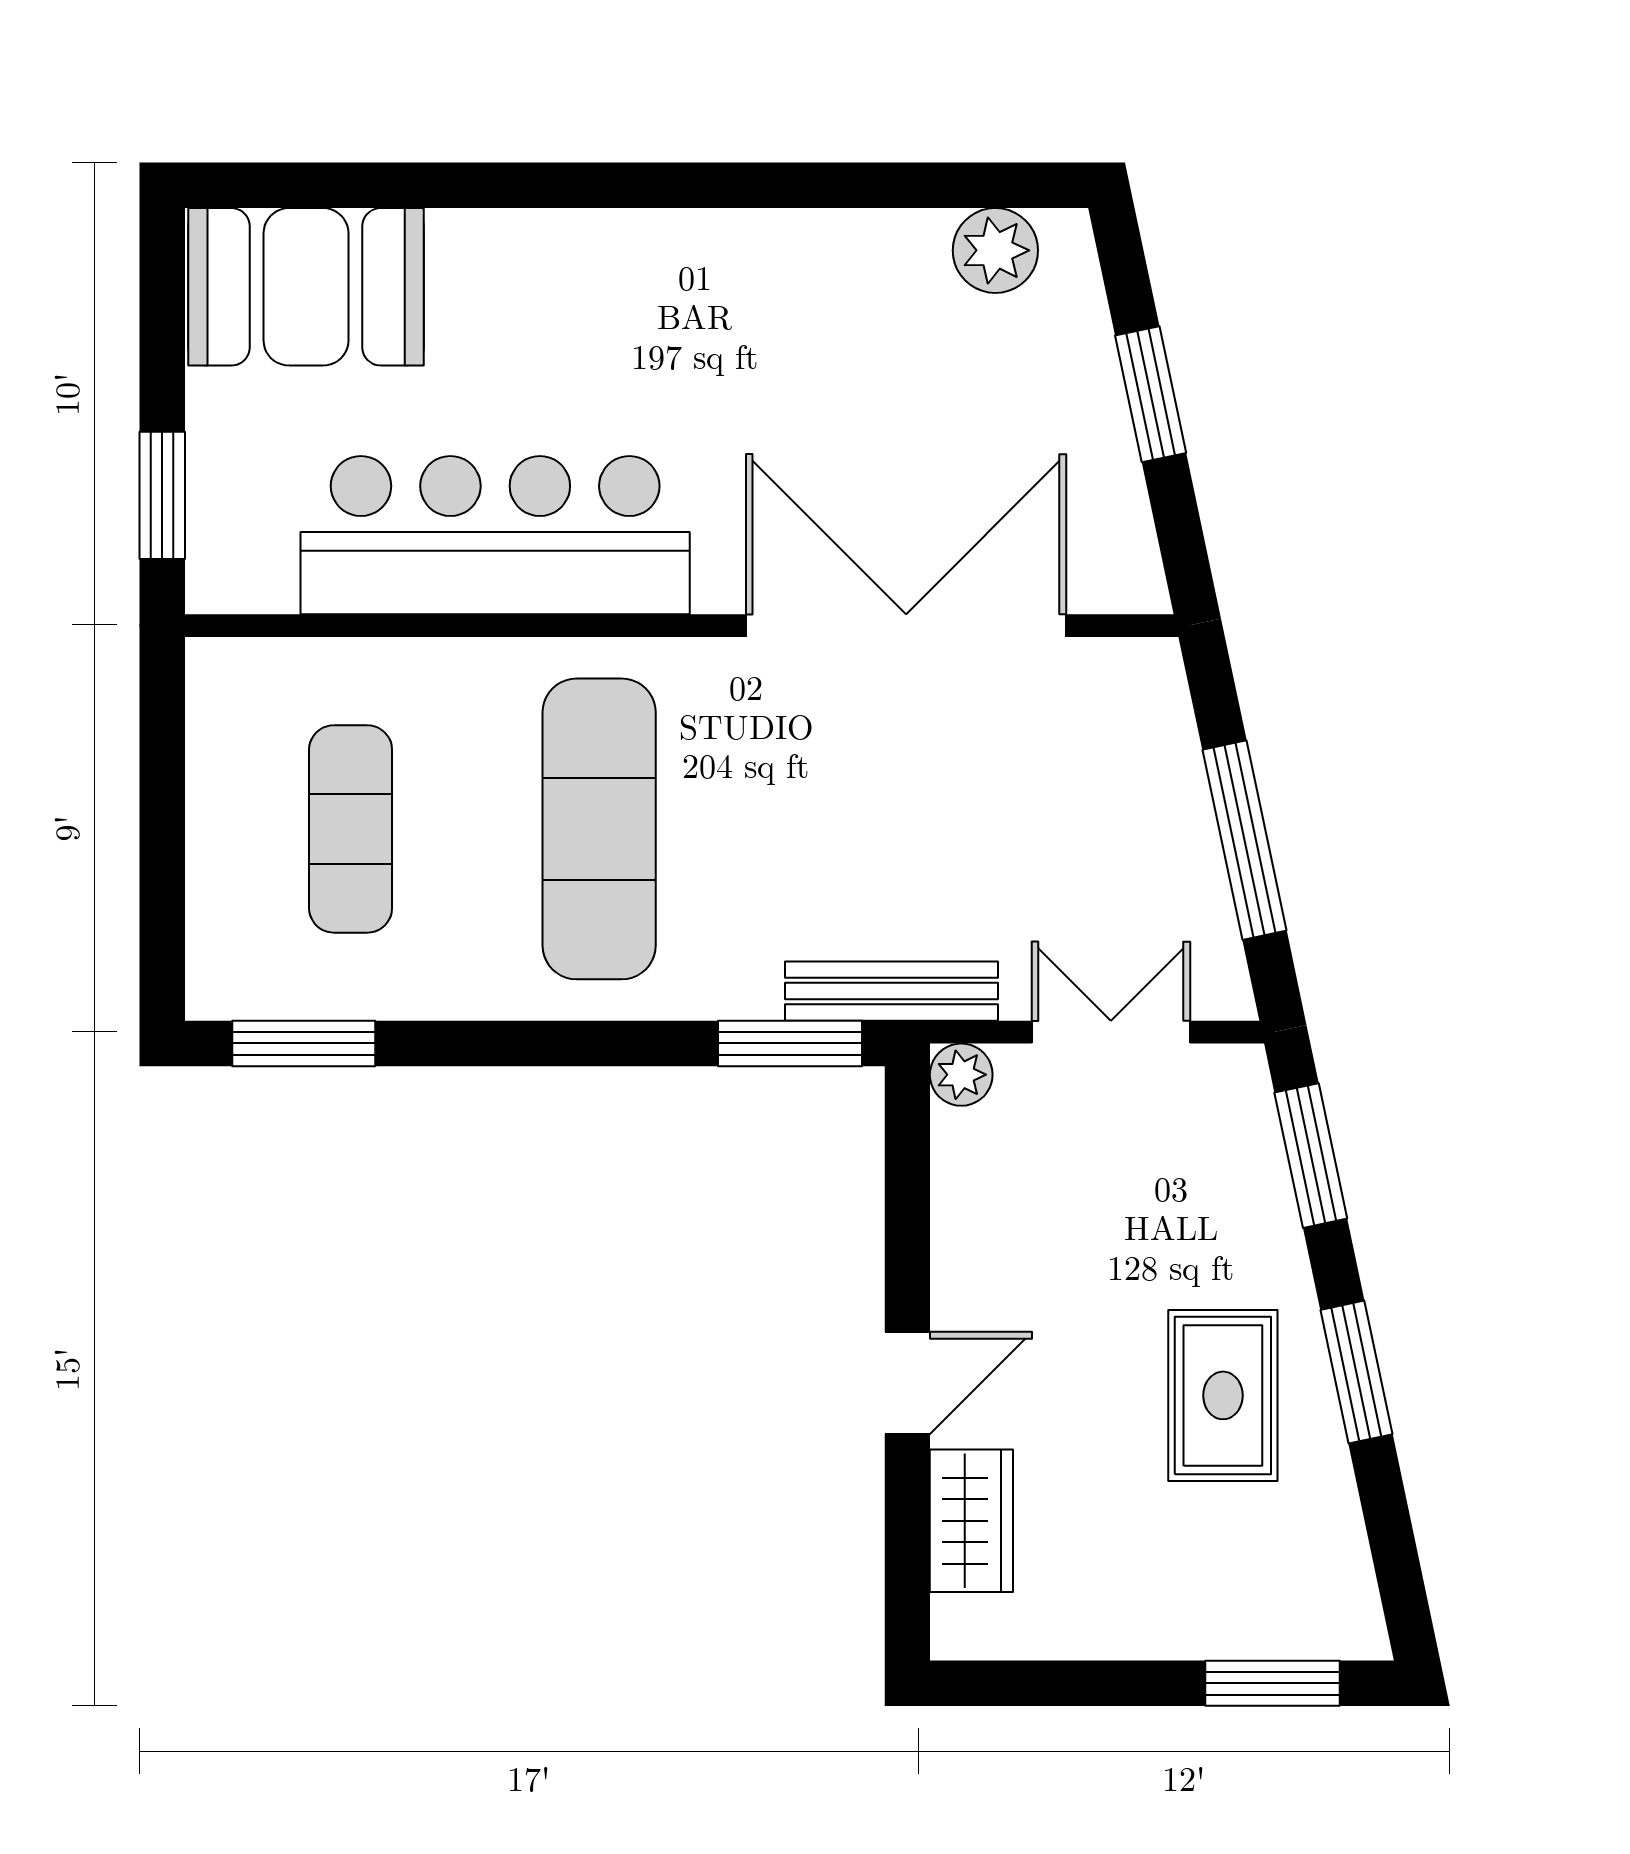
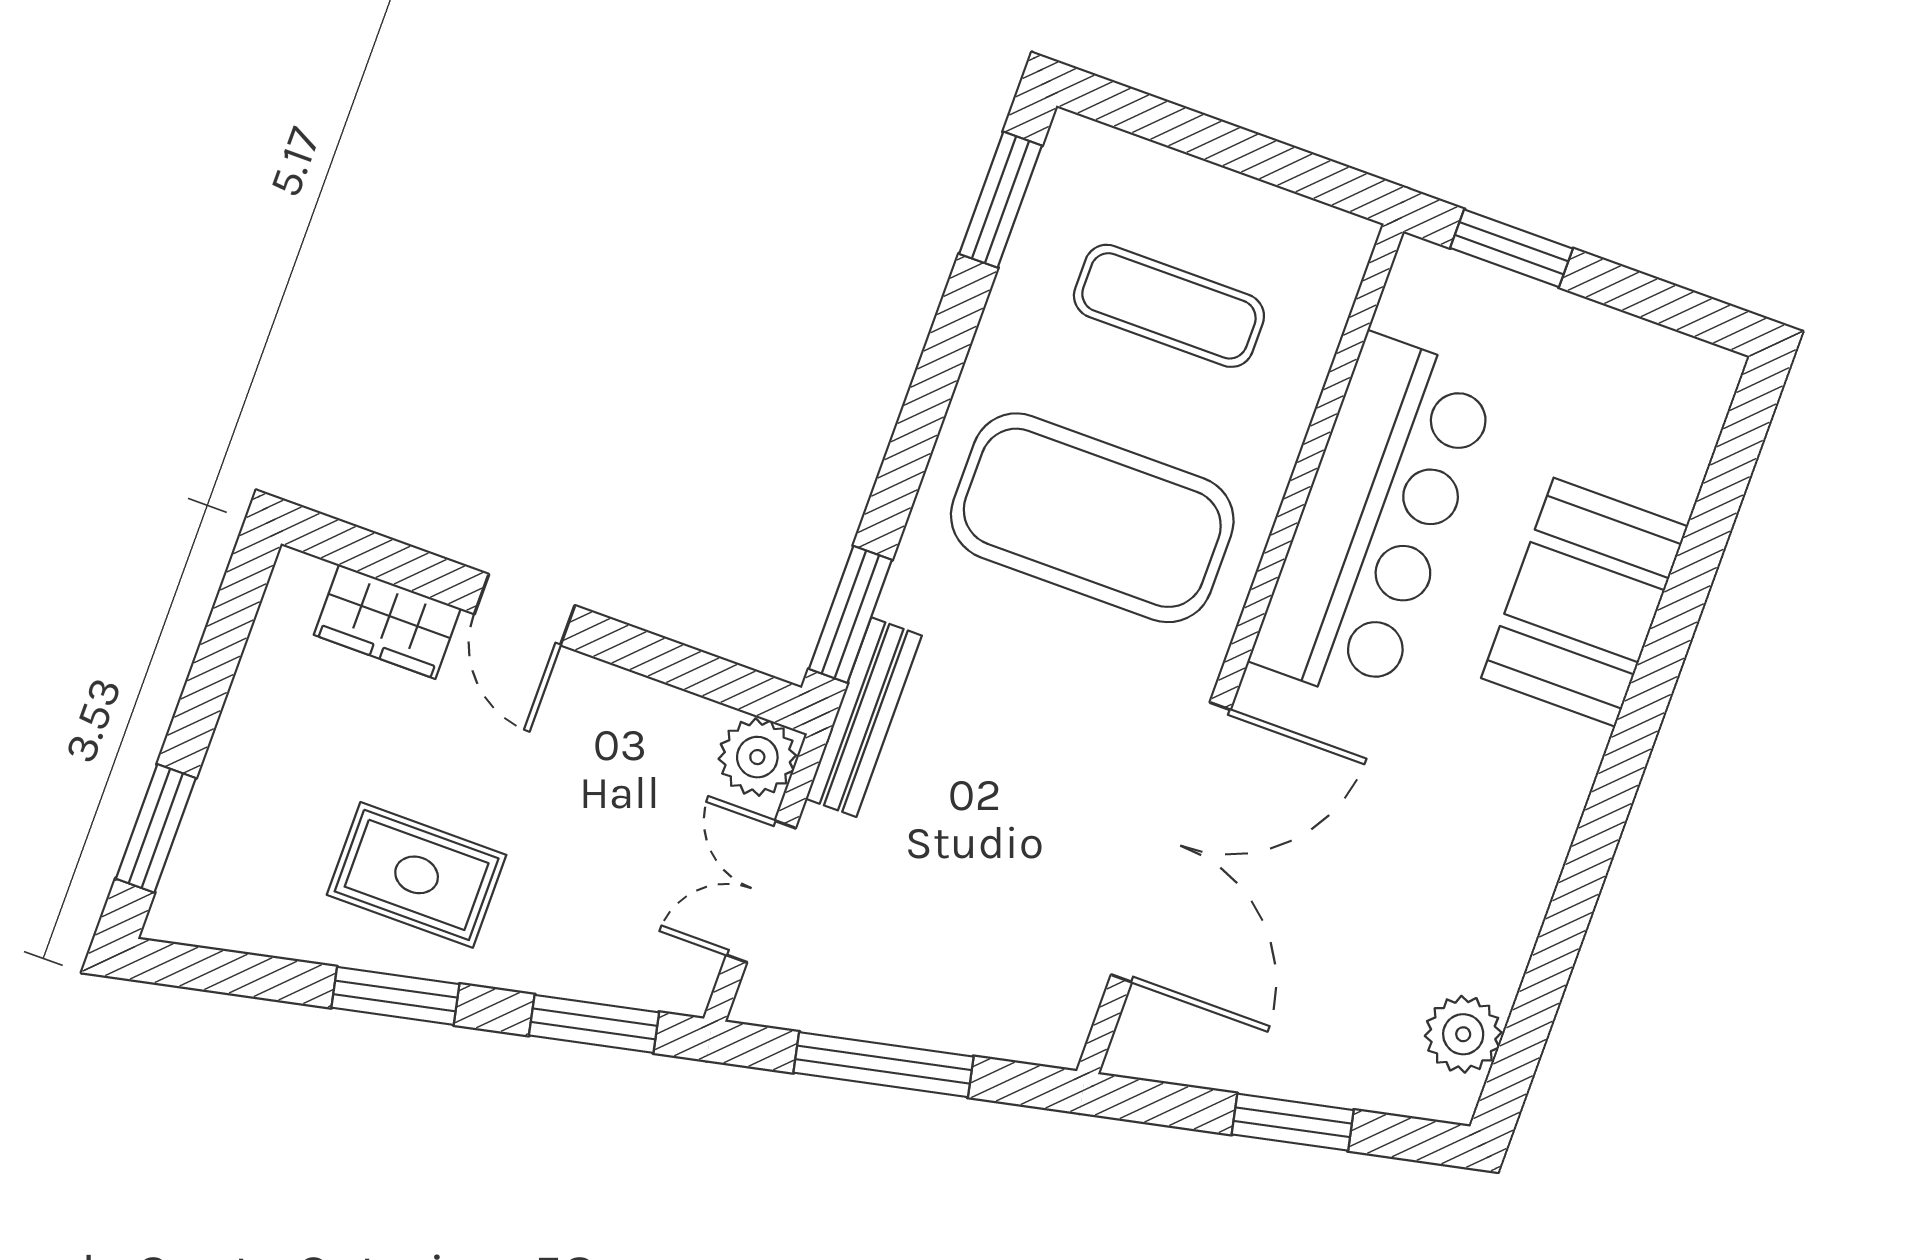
booth: (306, 287) -> (1585, 602), moved
exercise mat: (599, 829) -> (1092, 518), width x1.47
double door: (1111, 1032) -> (761, 892), swing flipped
plant: (961, 1075) -> (757, 757), width x1.38, depth x1.38

